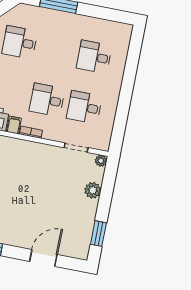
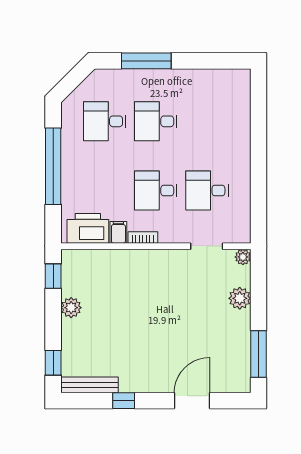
desk: (94, 57) -> (156, 121), moved
window: (98, 234) -> (259, 354), width x1.44

